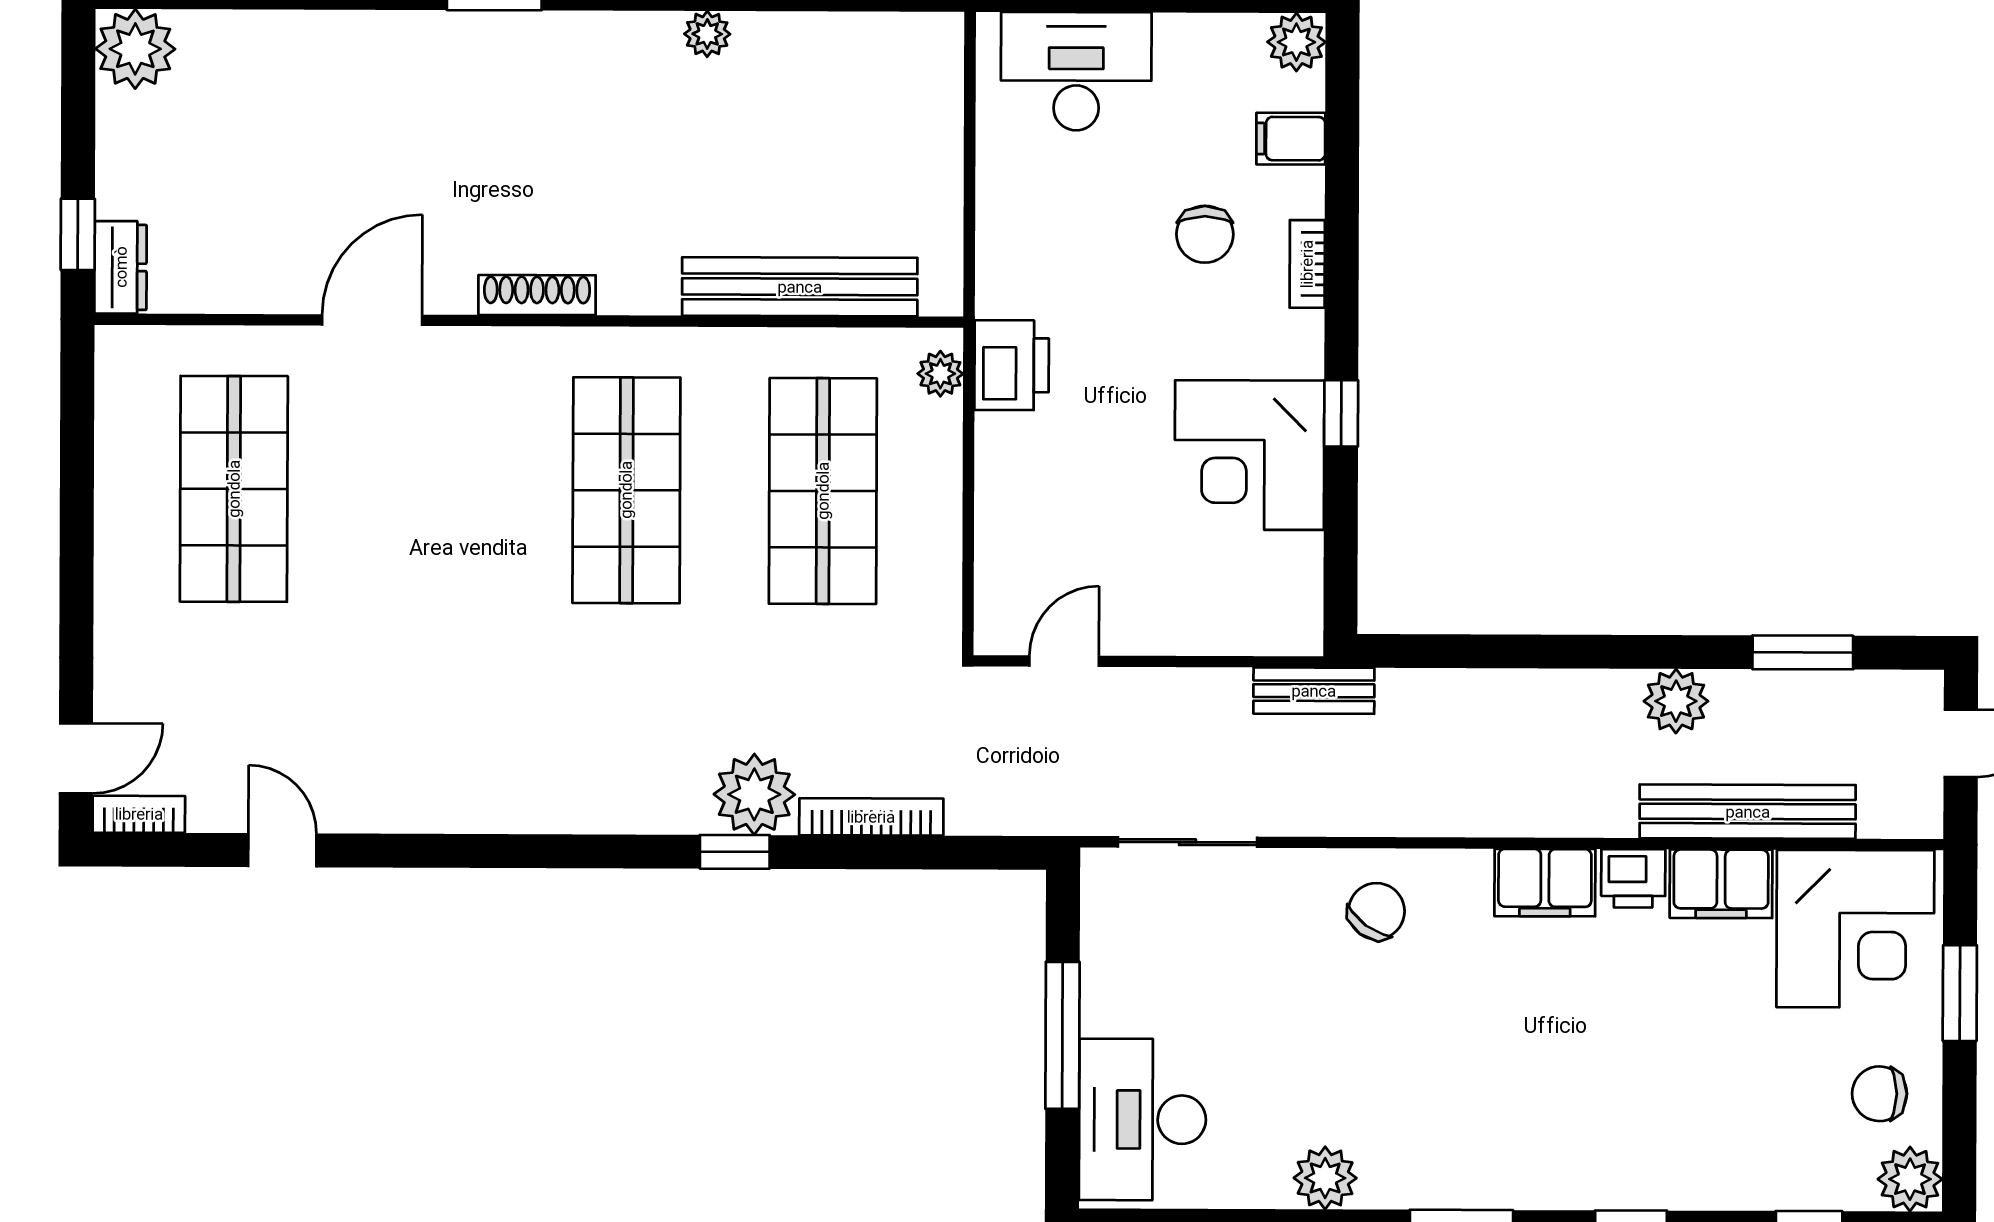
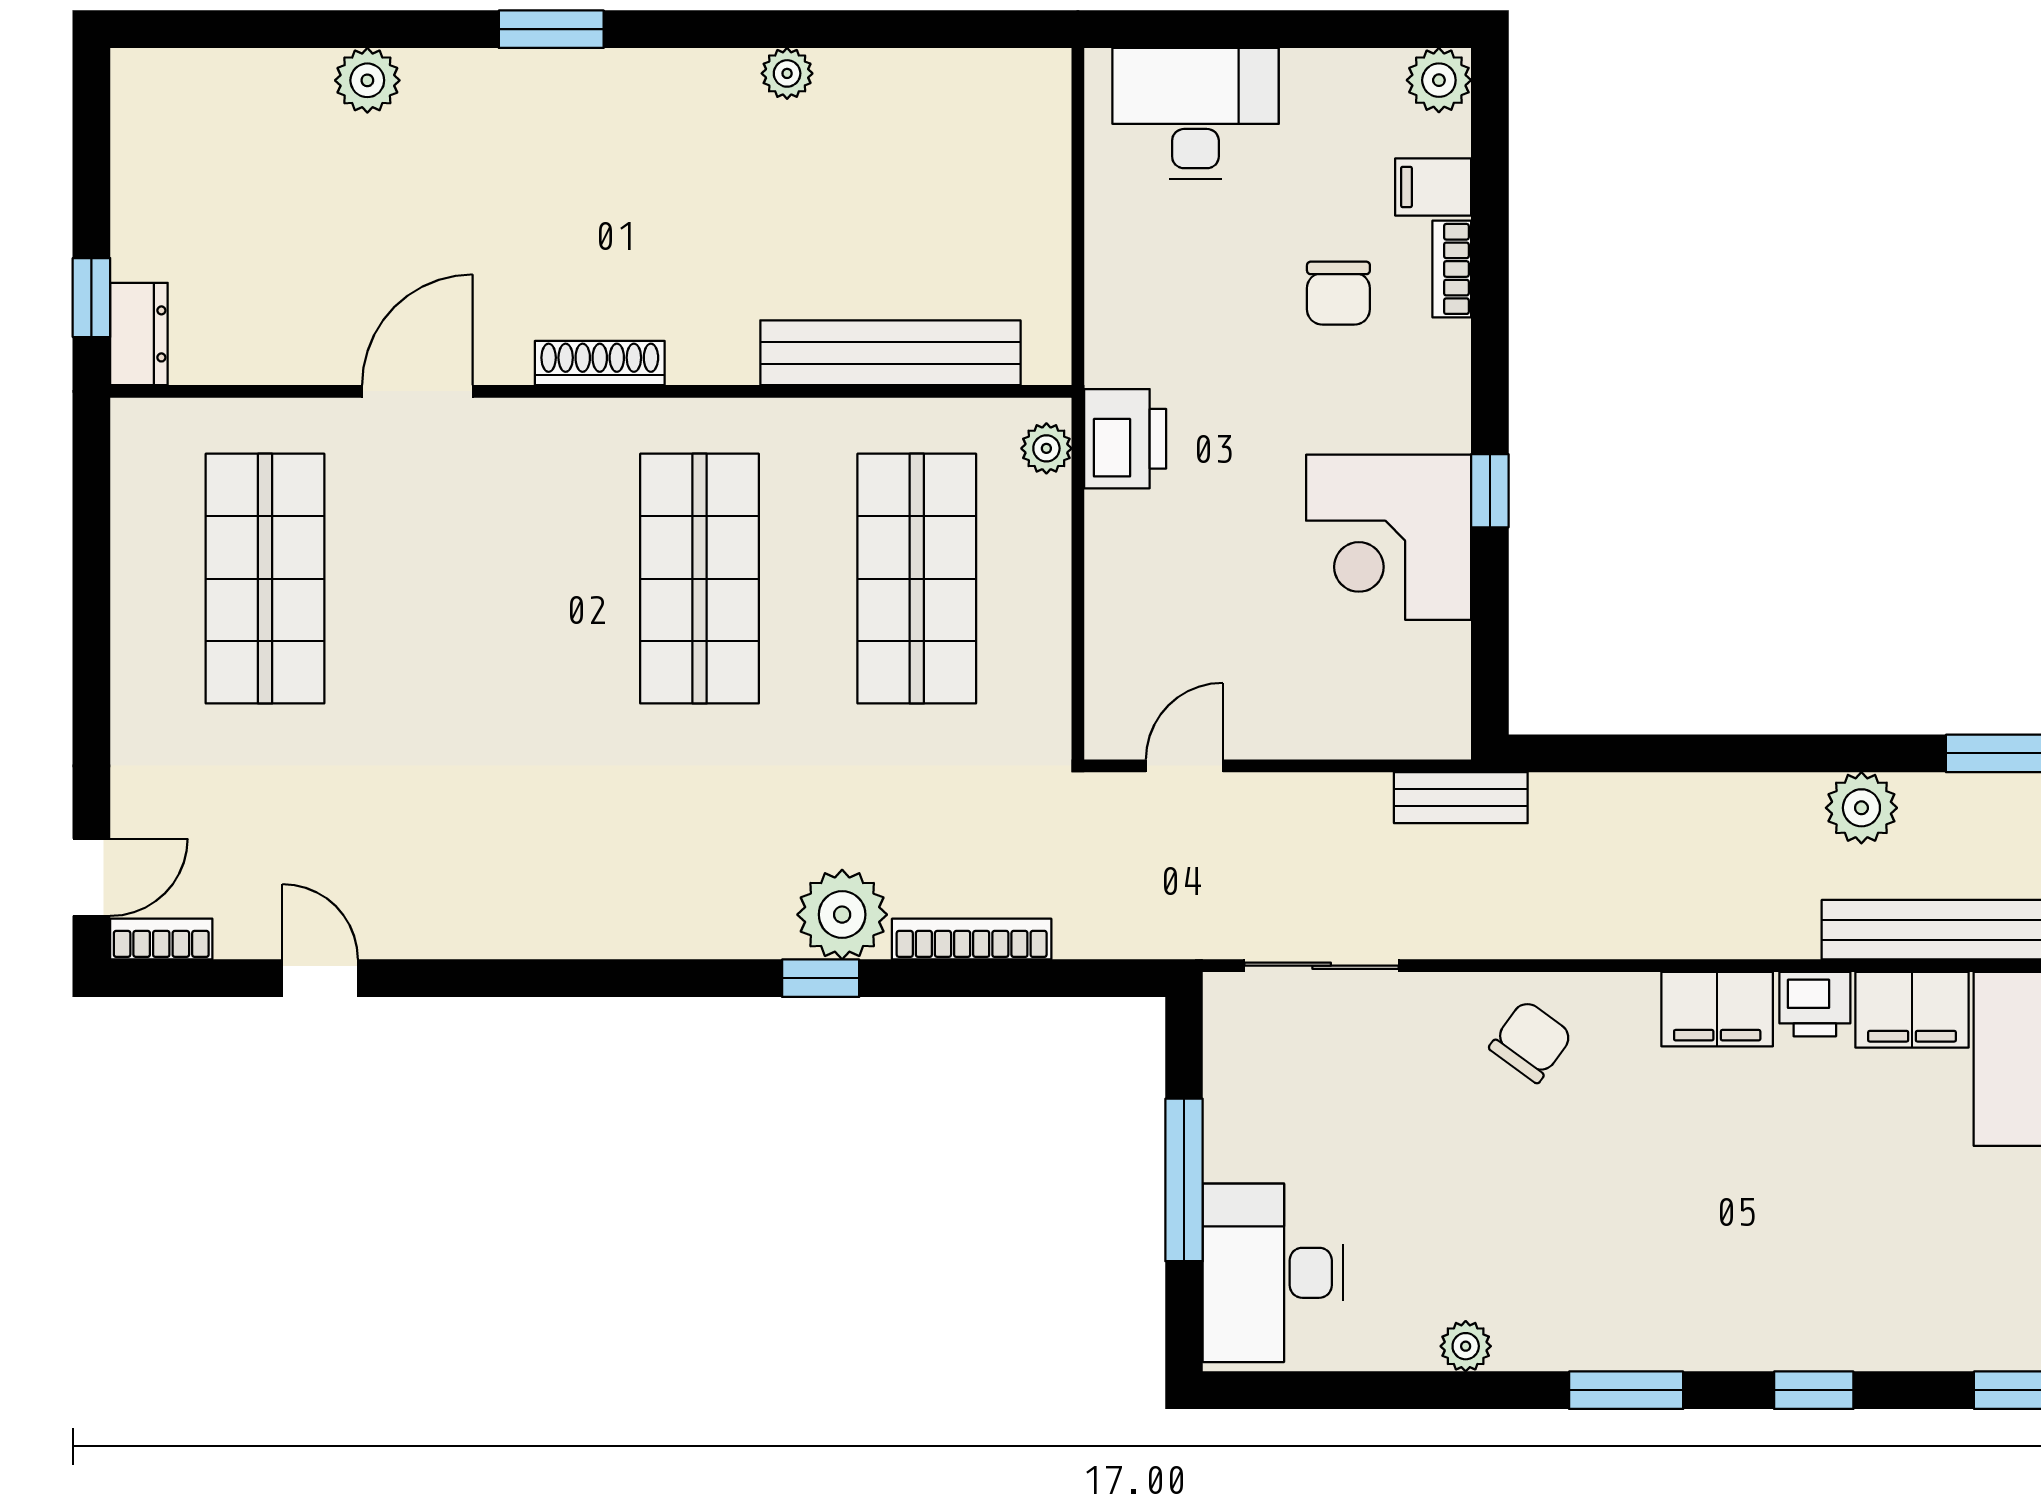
plant: (135, 49) -> (367, 80), moved, width x0.73, depth x0.73
bookcase: (1307, 264) -> (1452, 269), moved
plant: (1325, 1178) -> (1466, 1346), width x0.73, depth x0.73

